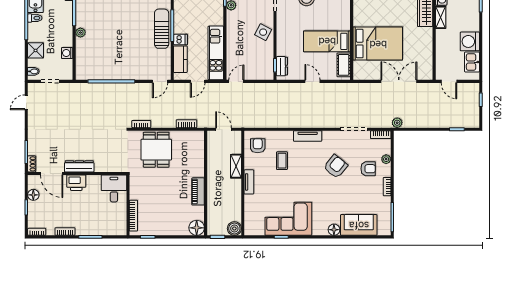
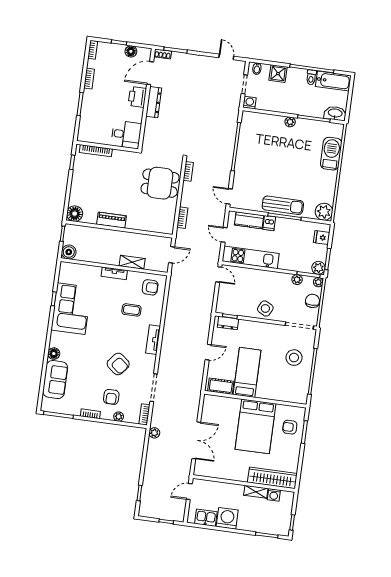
bed: (378, 44) -> (256, 426), moved
washing machine: (67, 53) -> (250, 103), moved

